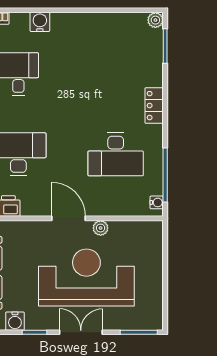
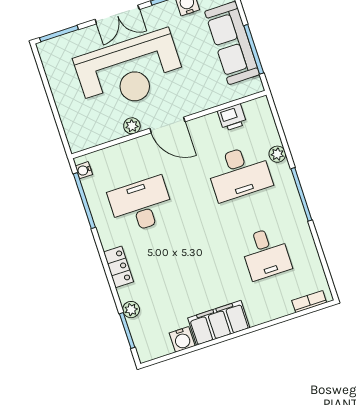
plant: (155, 20) -> (131, 310), moved
water cooler: (40, 22) -> (182, 339), moved
filing cabinet: (81, 26) -> (219, 323), added

